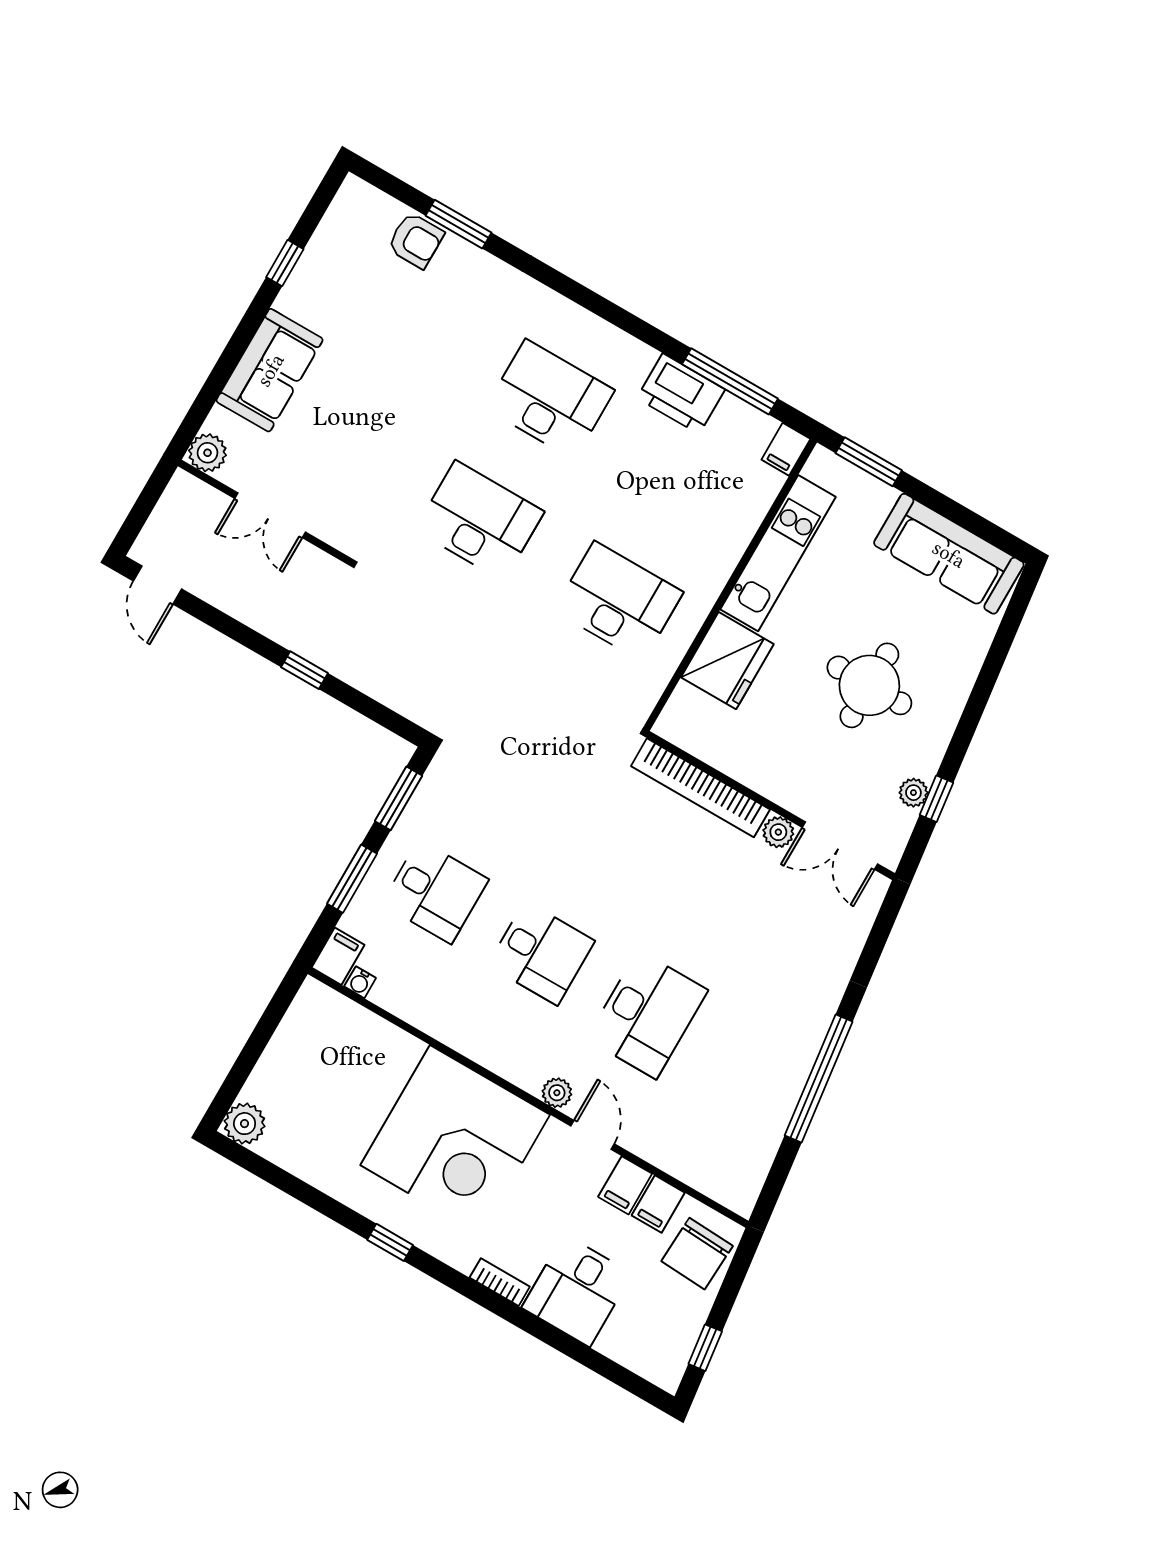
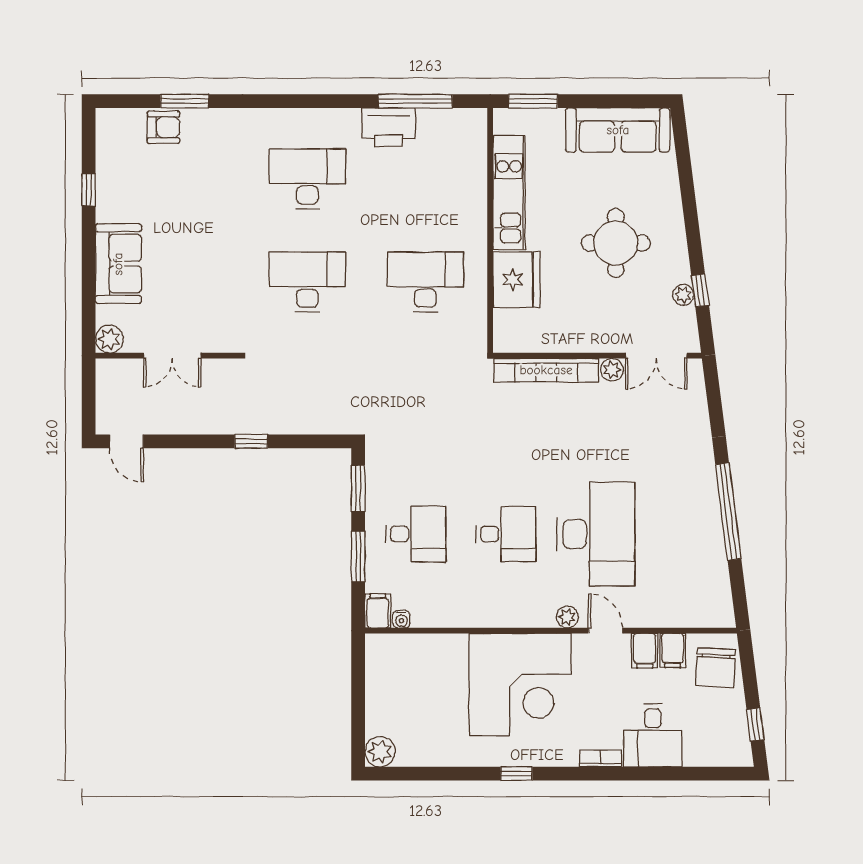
filing cabinet: (786, 449) -> (476, 124), removed
desk: (647, 1014) -> (596, 534), width x1.36, depth x1.30

